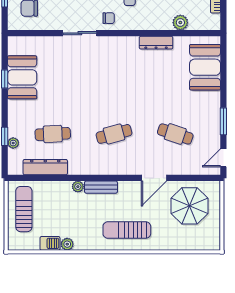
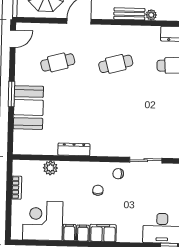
booth: (205, 67) -> (28, 108), moved
window: (223, 121) -> (11, 94), moved
cafe table: (175, 134) -> (58, 62), turned -33

